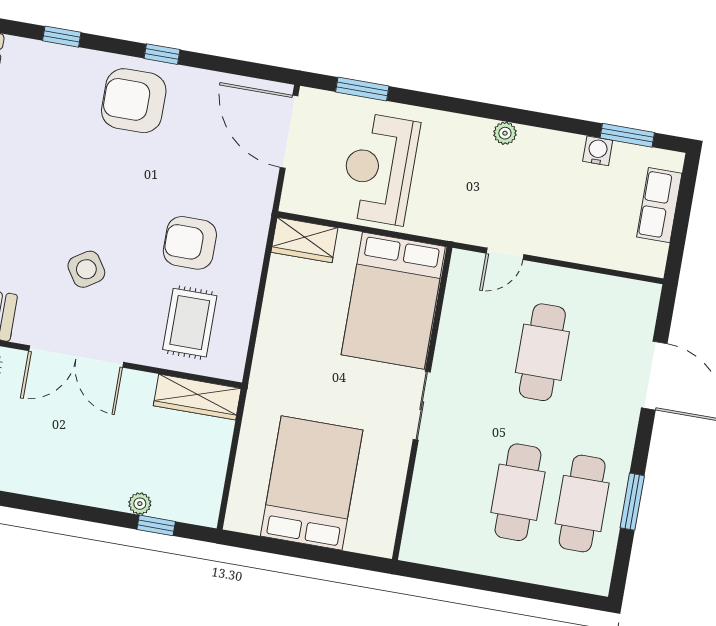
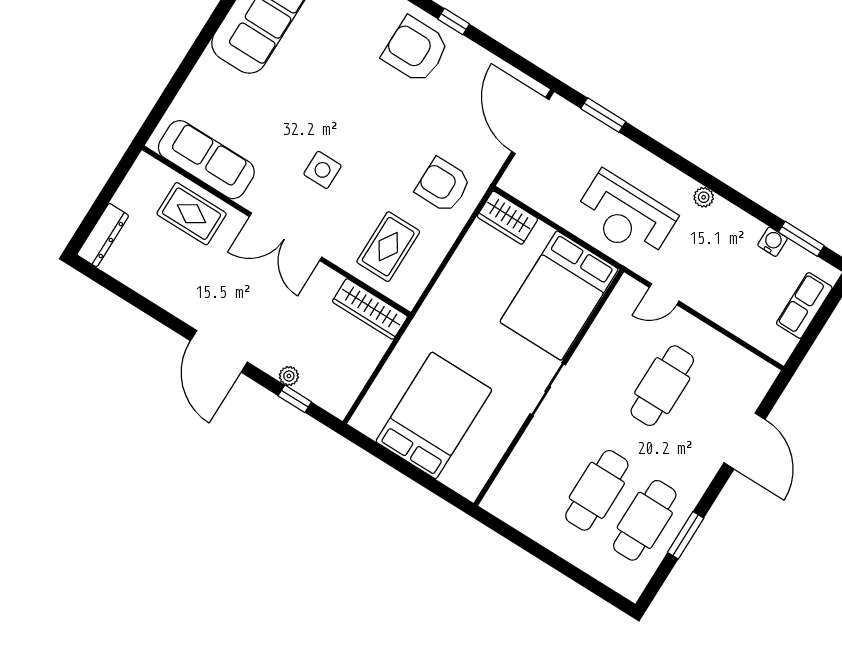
reception desk: (379, 169) -> (625, 216), moved, turned -90
armchair: (190, 243) -> (443, 185), moved
side table: (86, 269) -> (322, 170), turned 33
door: (55, 508) -> (219, 351), added

